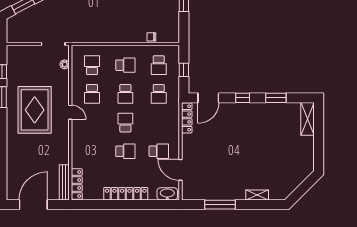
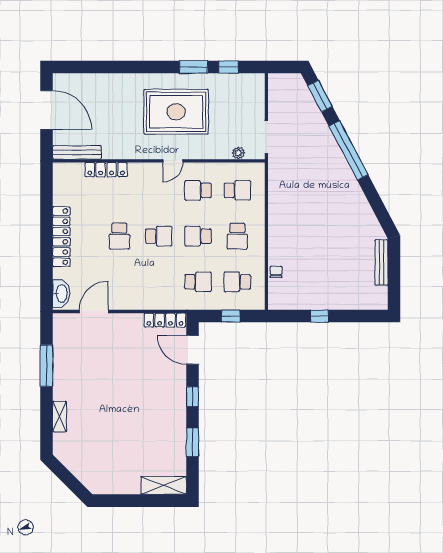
school desk: (159, 94) -> (198, 282), turned 180
school desk: (159, 151) -> (119, 282), removed
locker: (77, 184) -> (106, 170), moved

